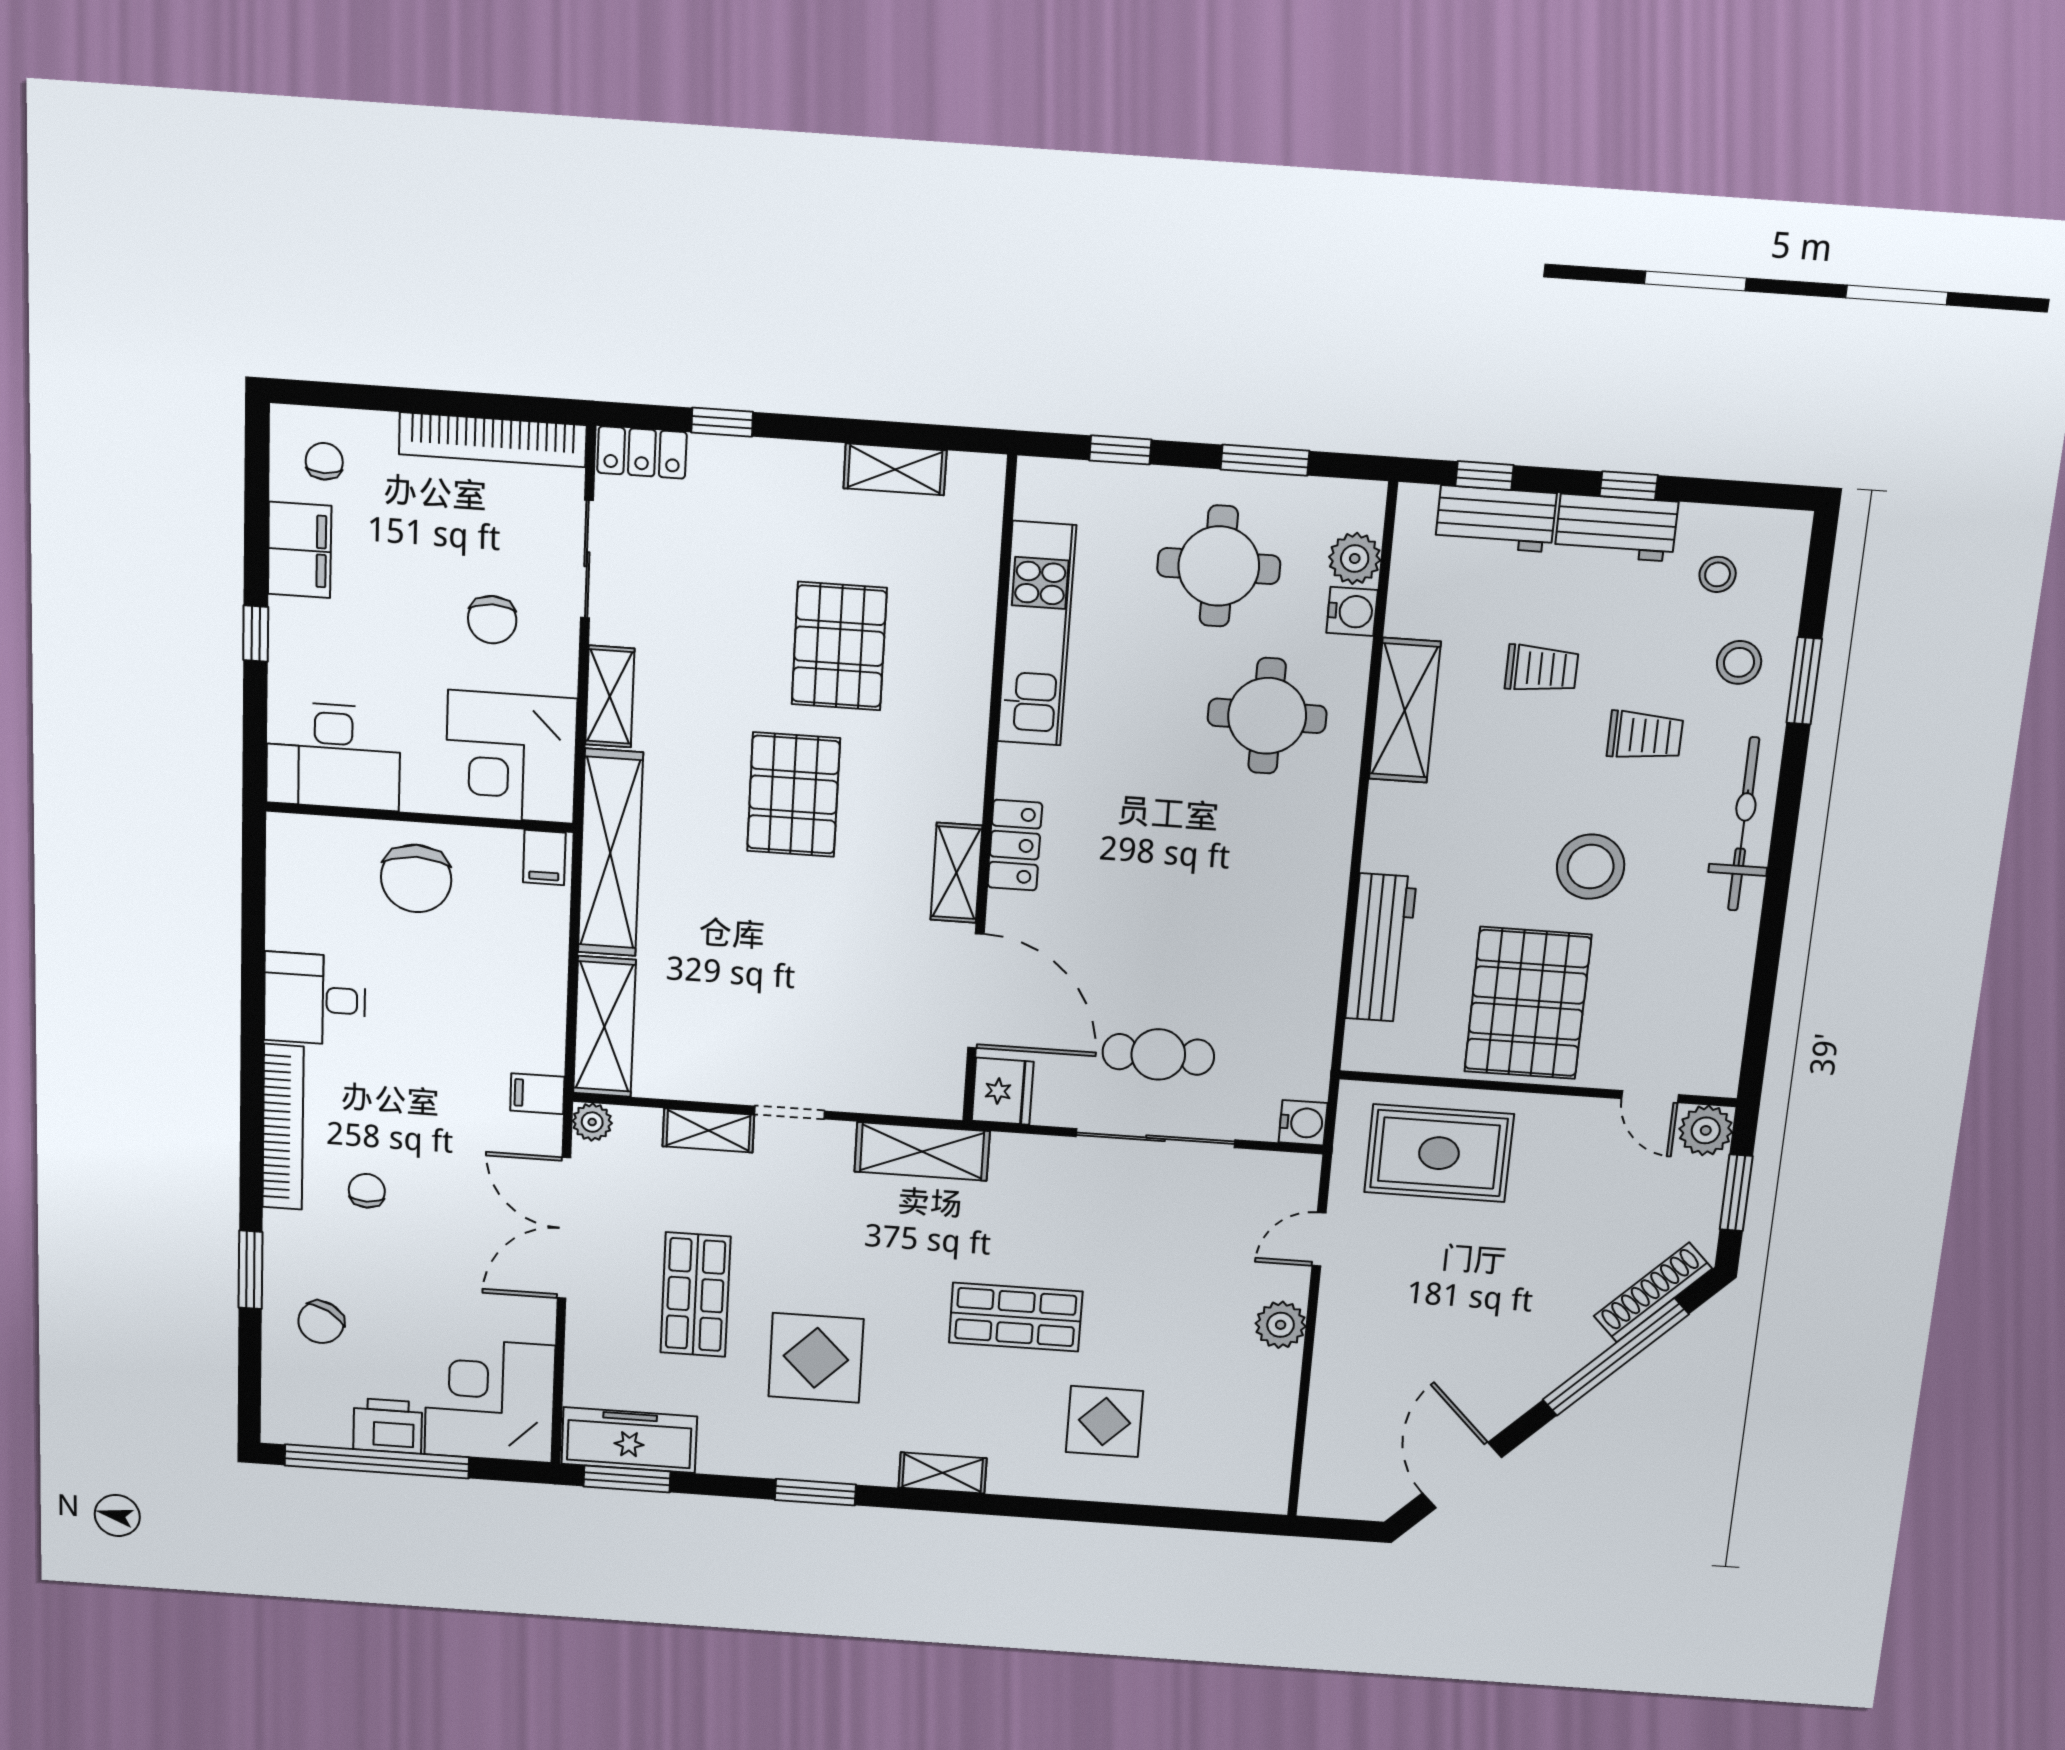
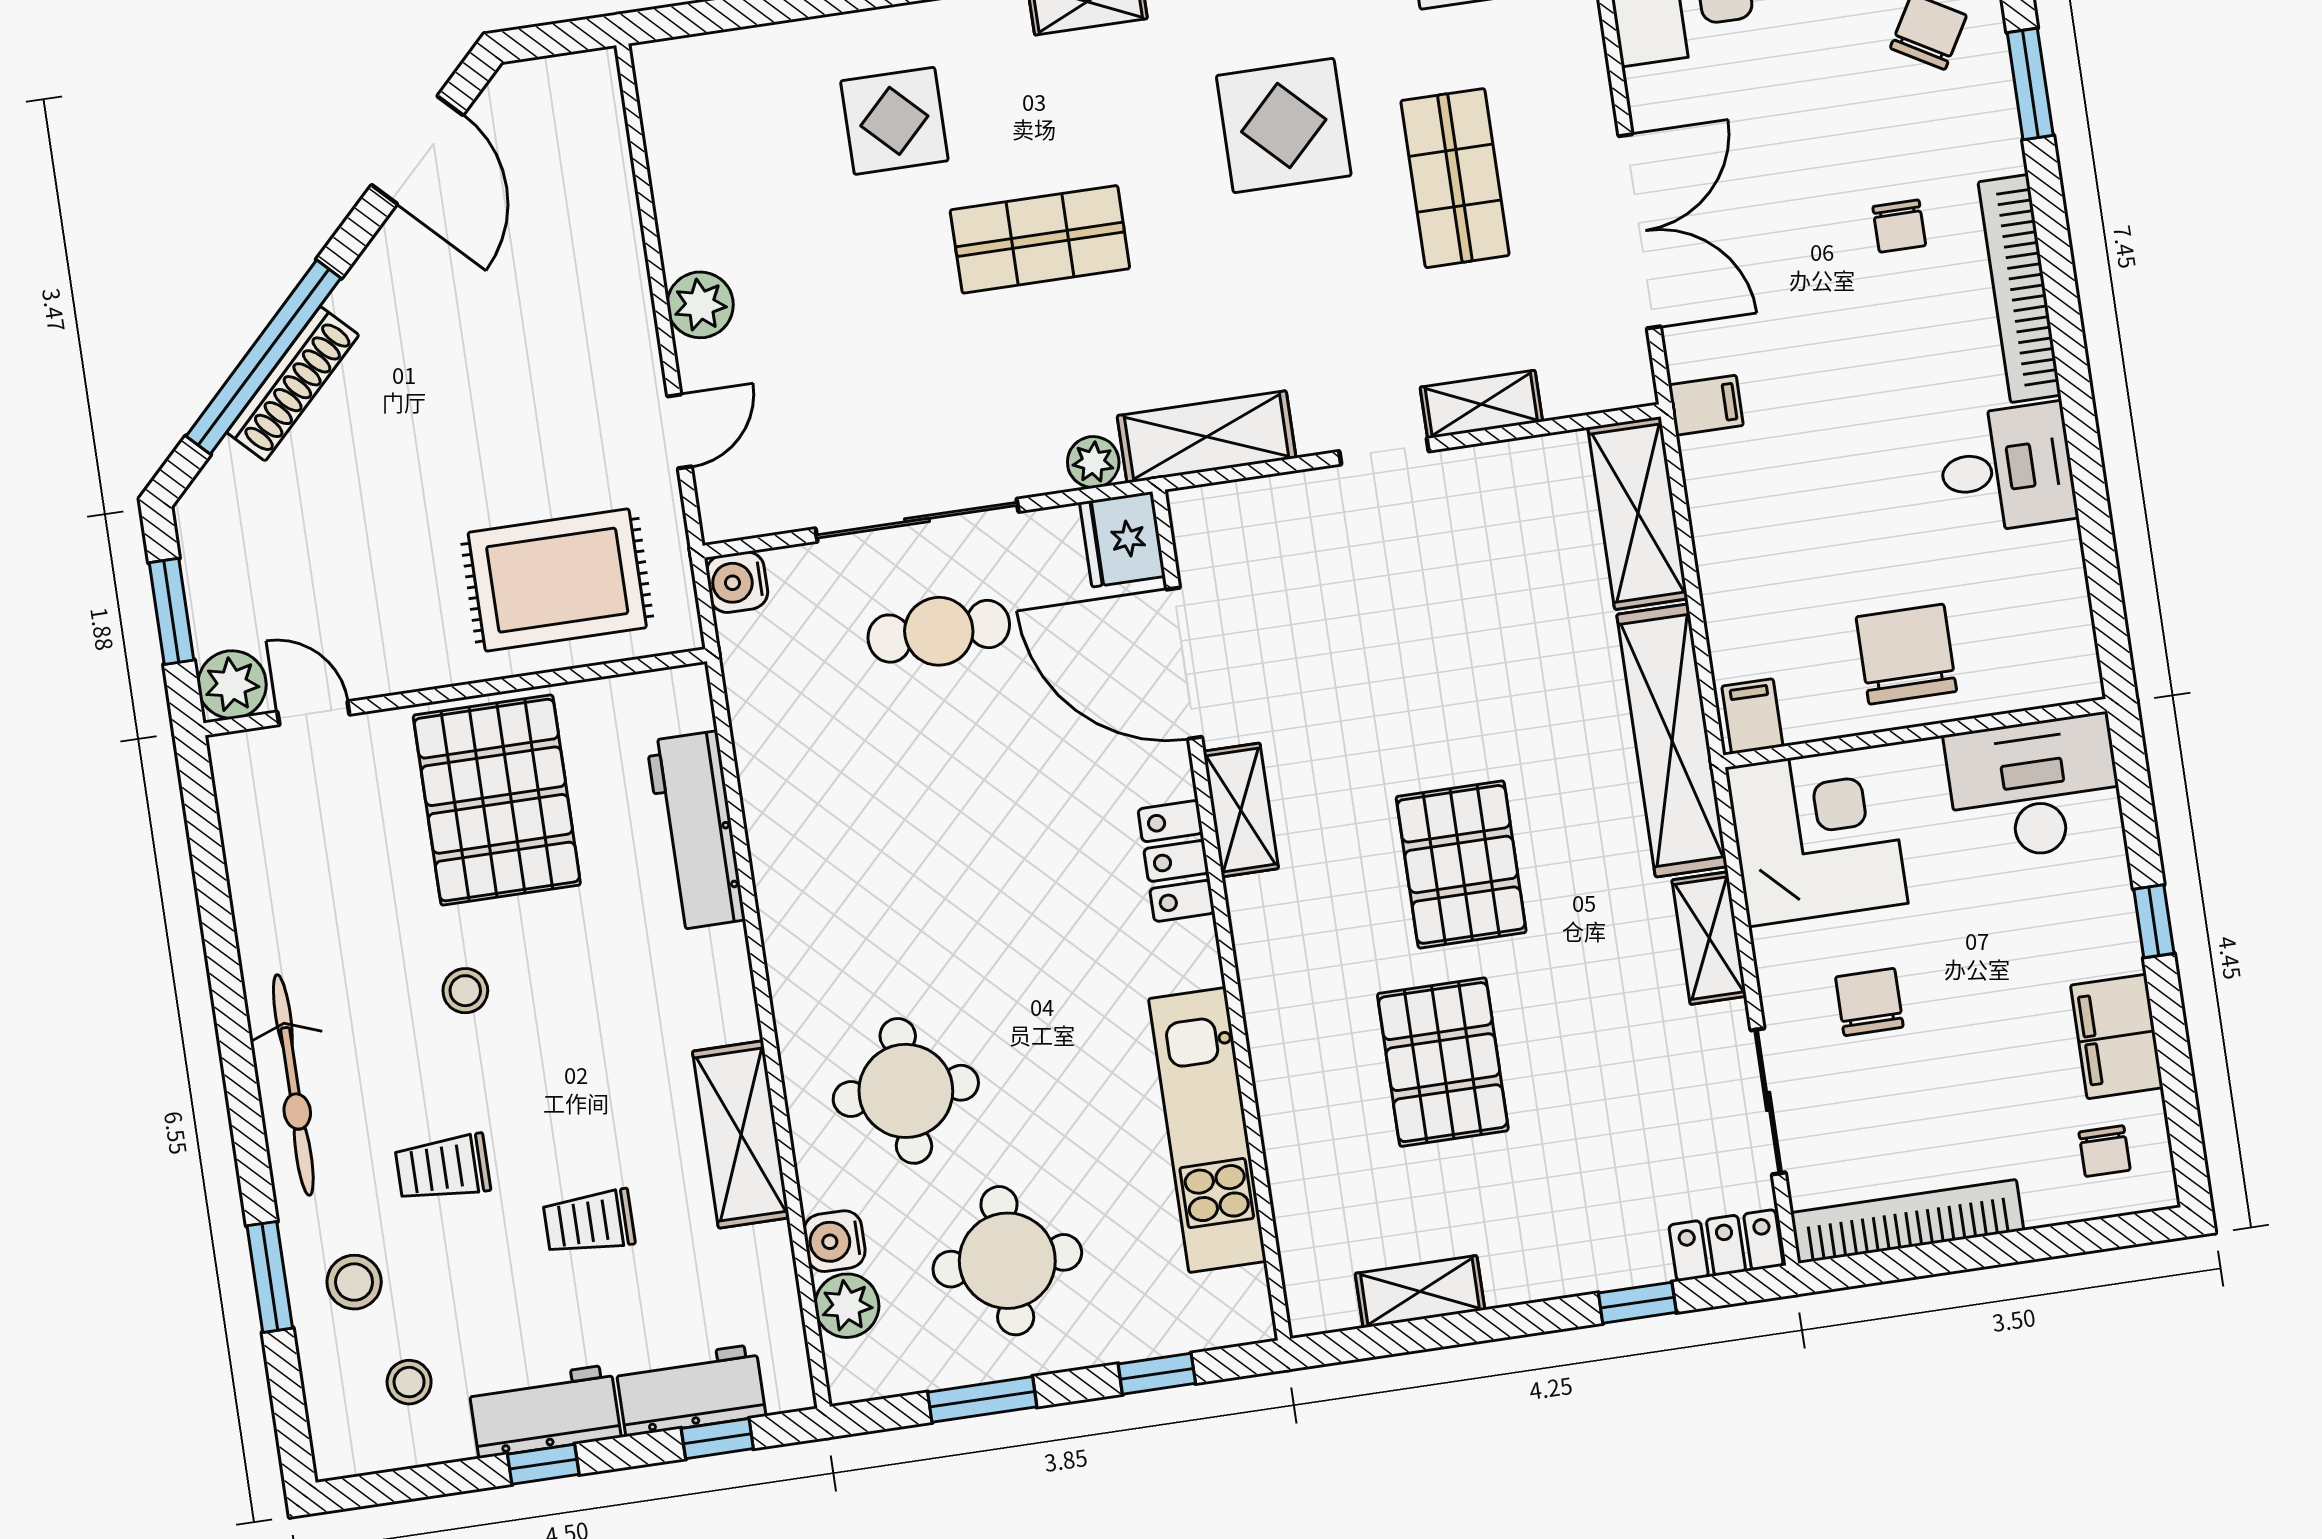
stool: (1591, 867) -> (465, 991), width x0.53, depth x0.53
plant: (592, 1122) -> (1093, 462), moved
shoe rack: (1653, 1292) -> (293, 384), moved

